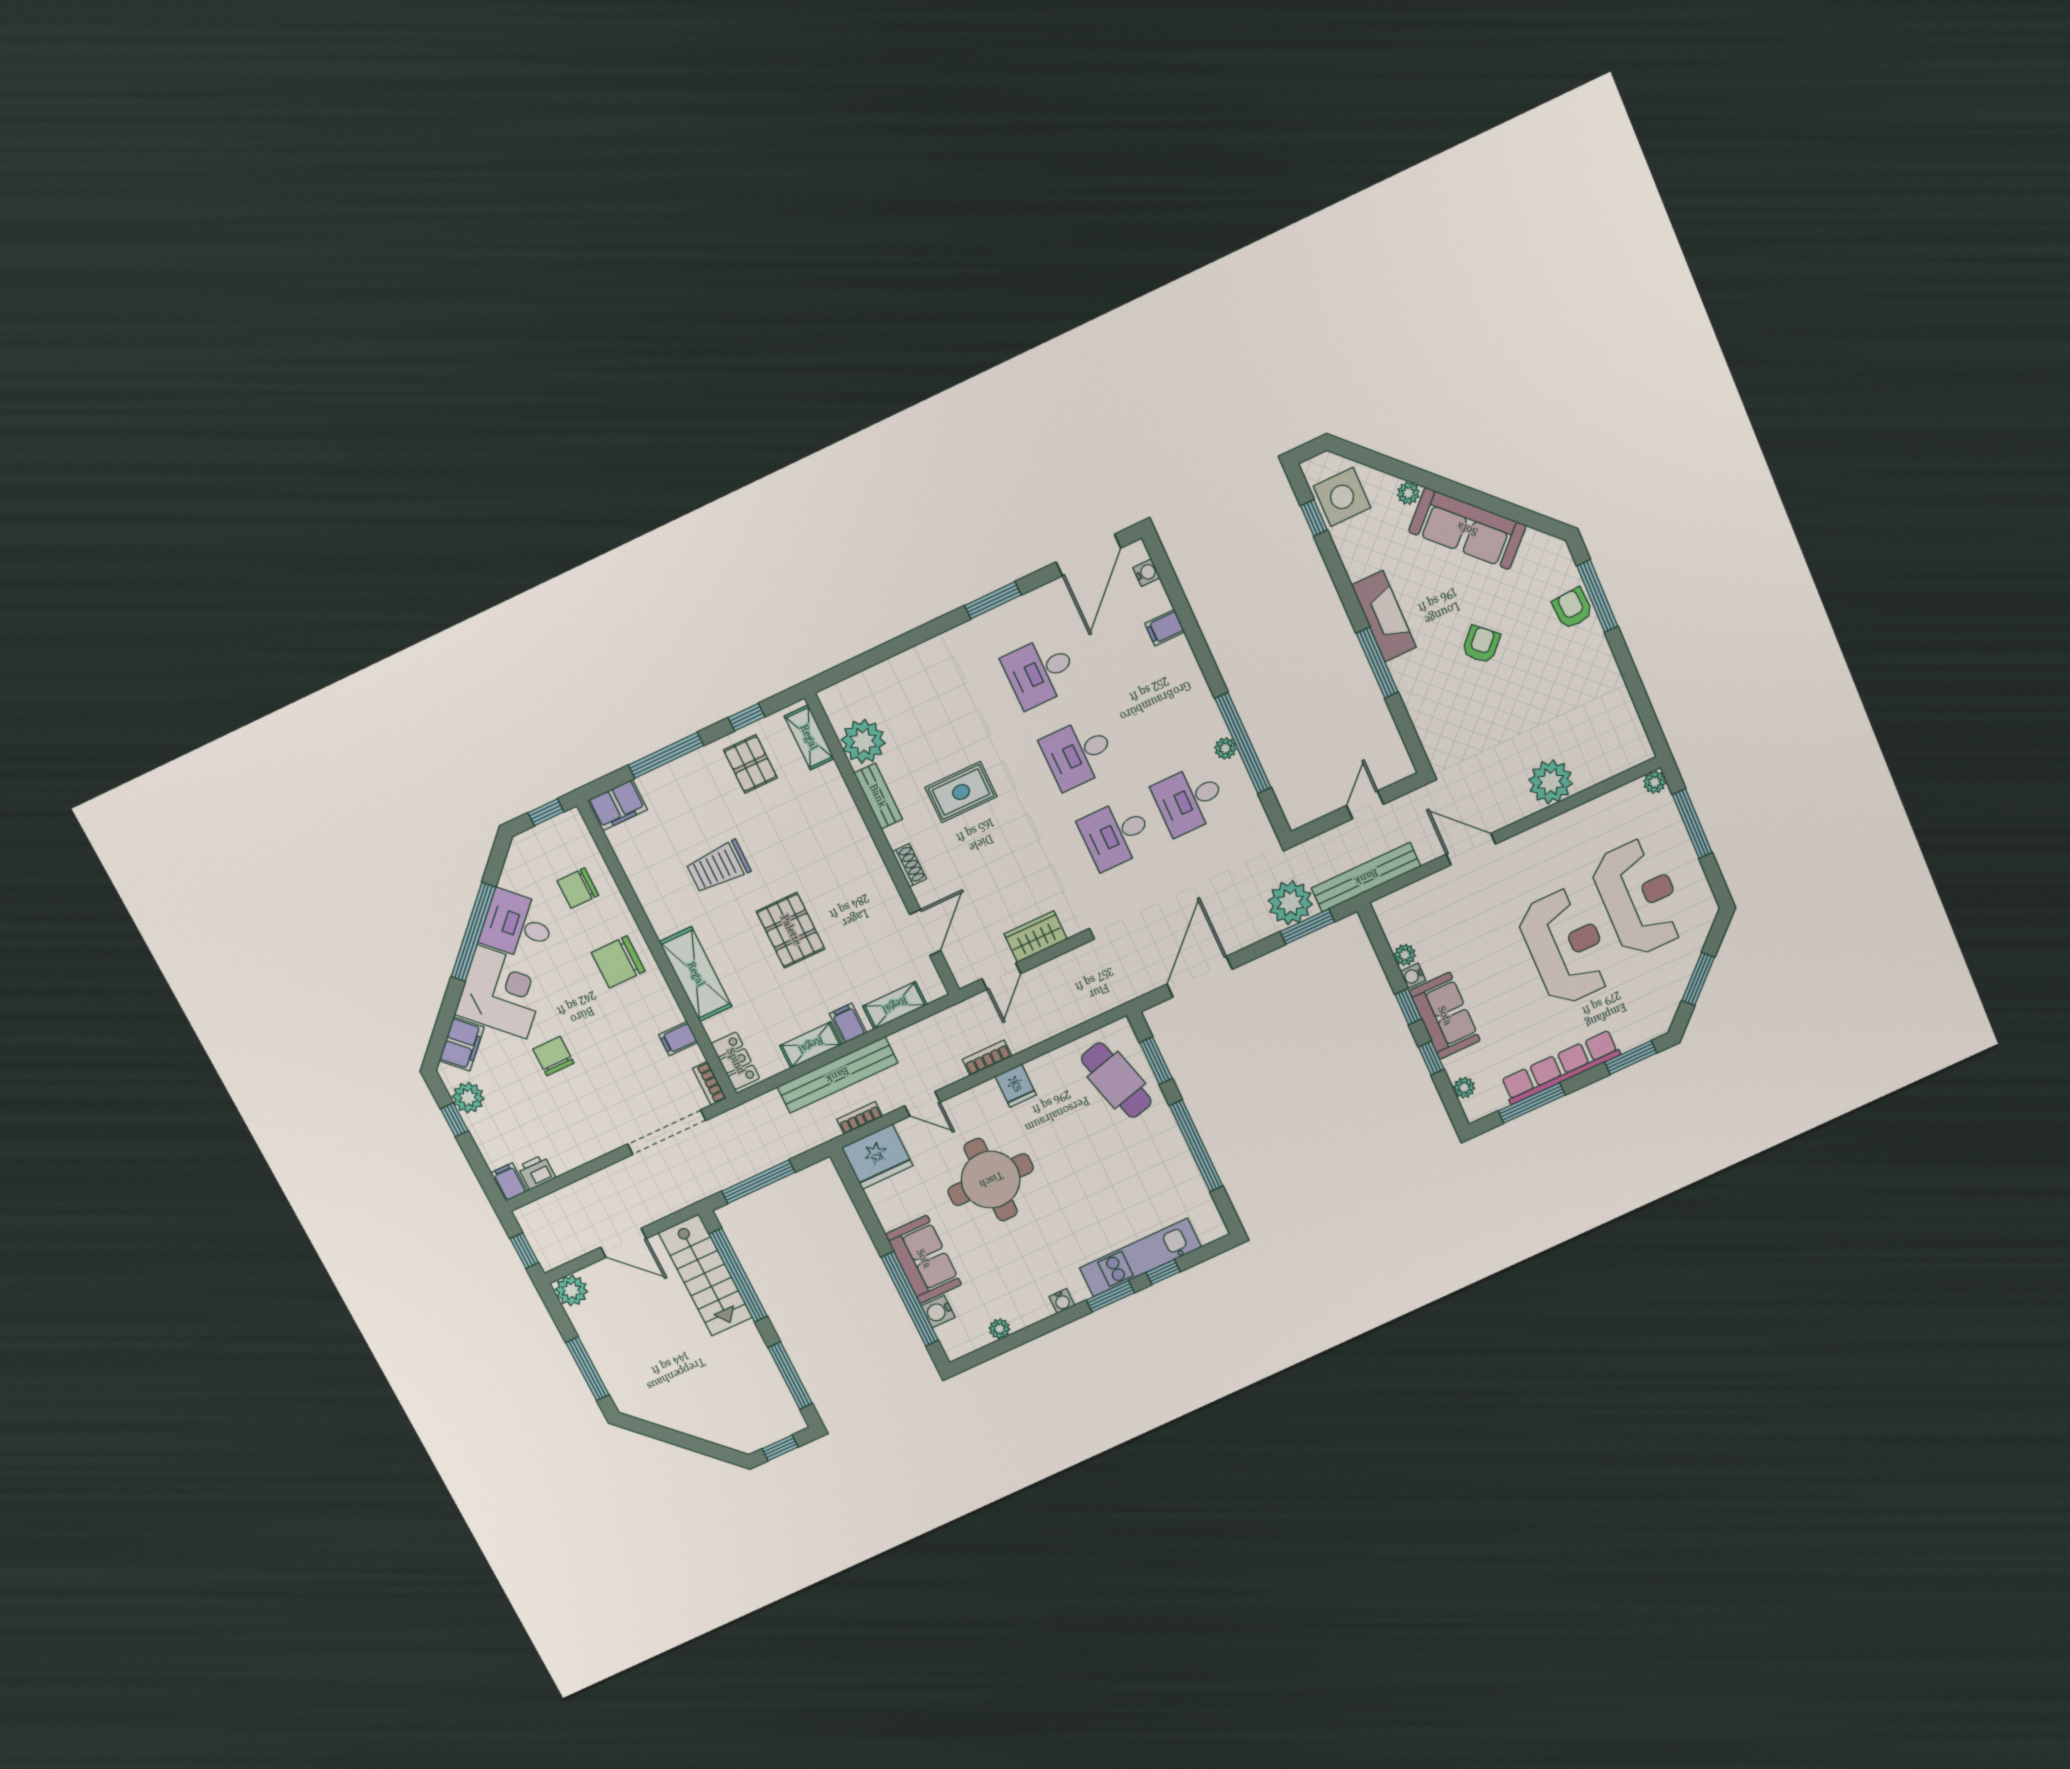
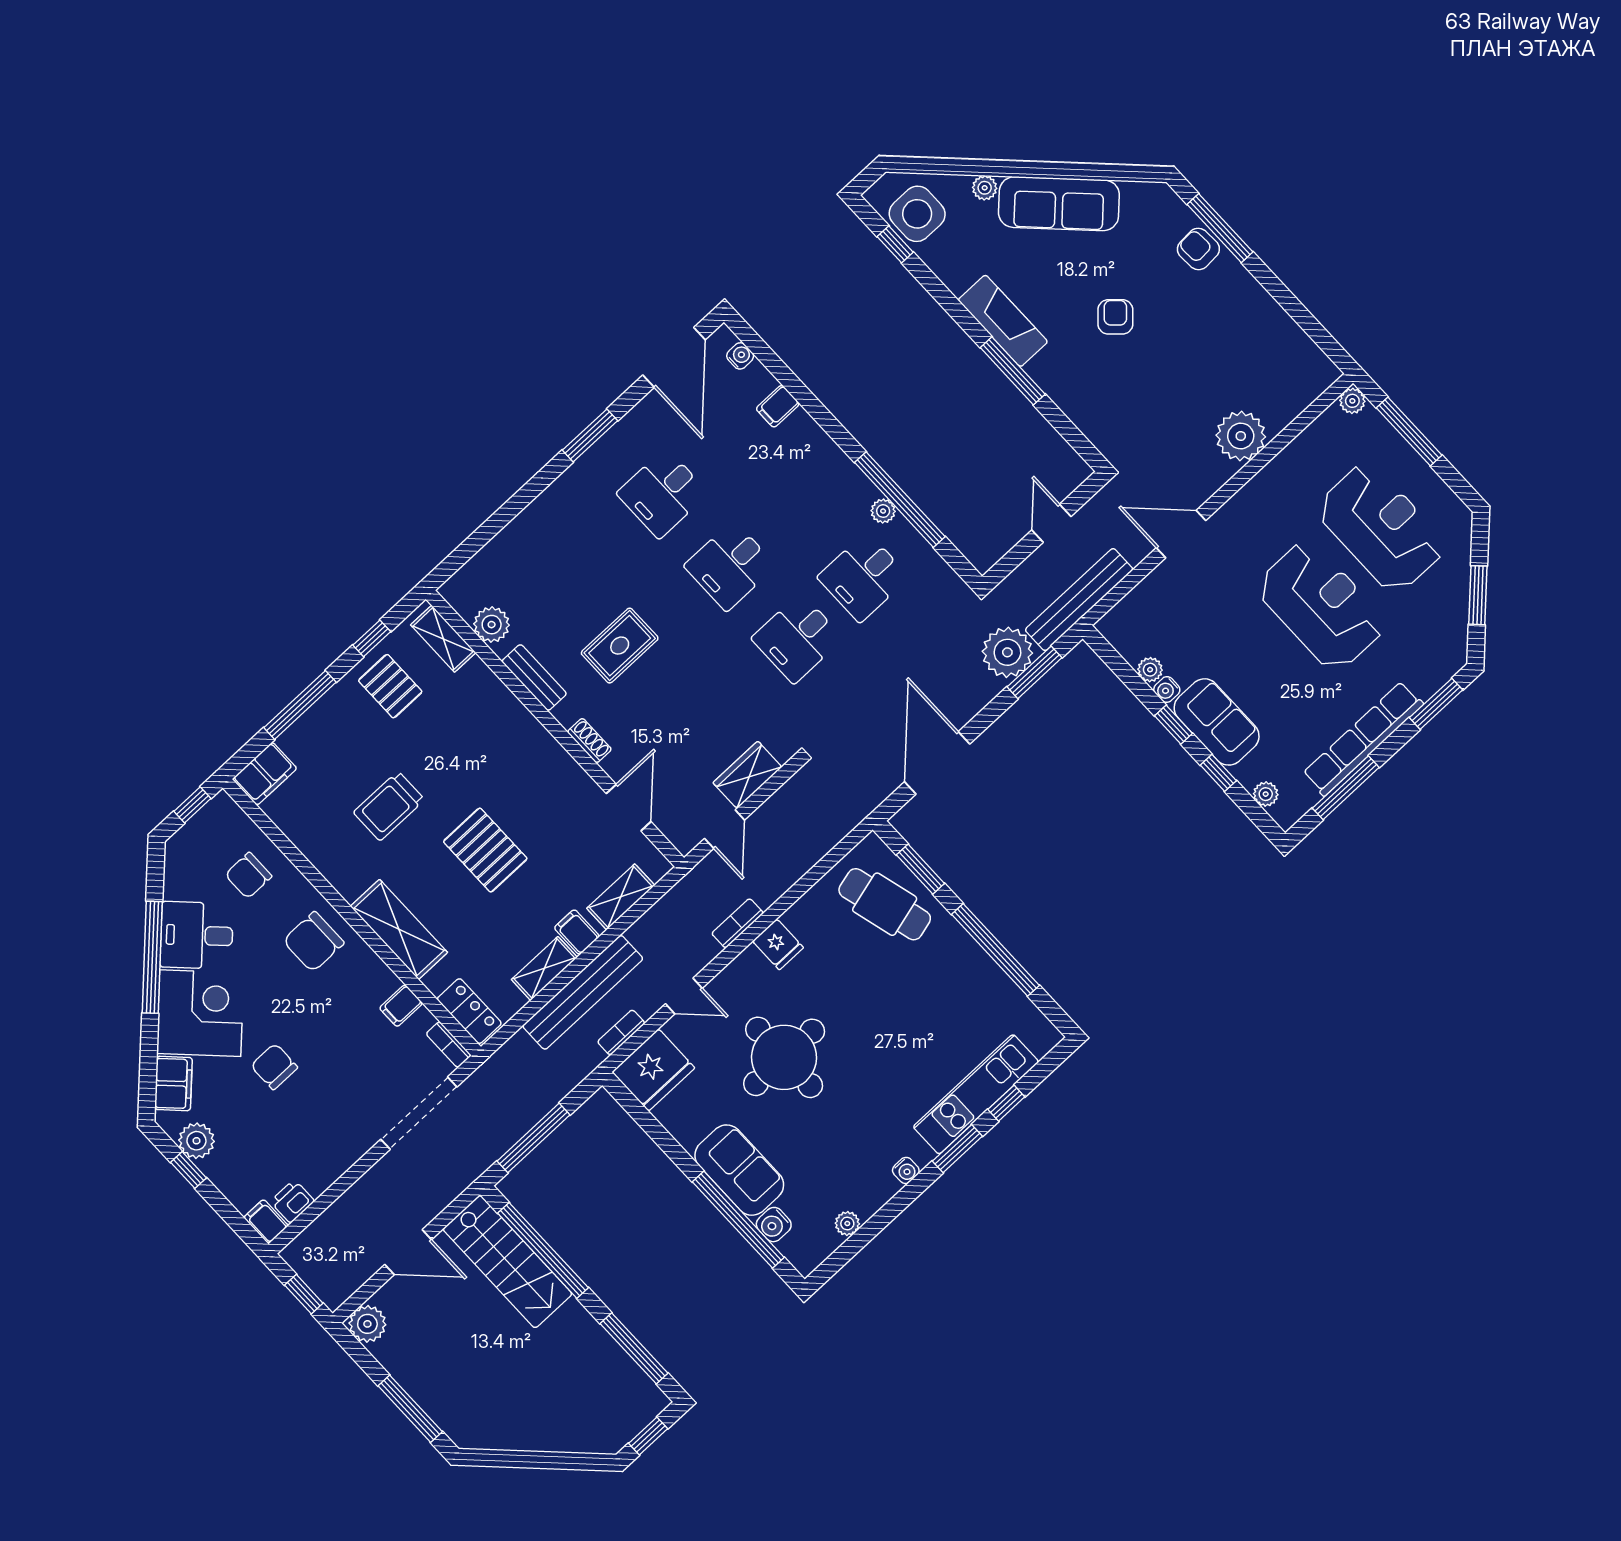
plant: (863, 741) -> (492, 625), width x0.73, depth x0.73

